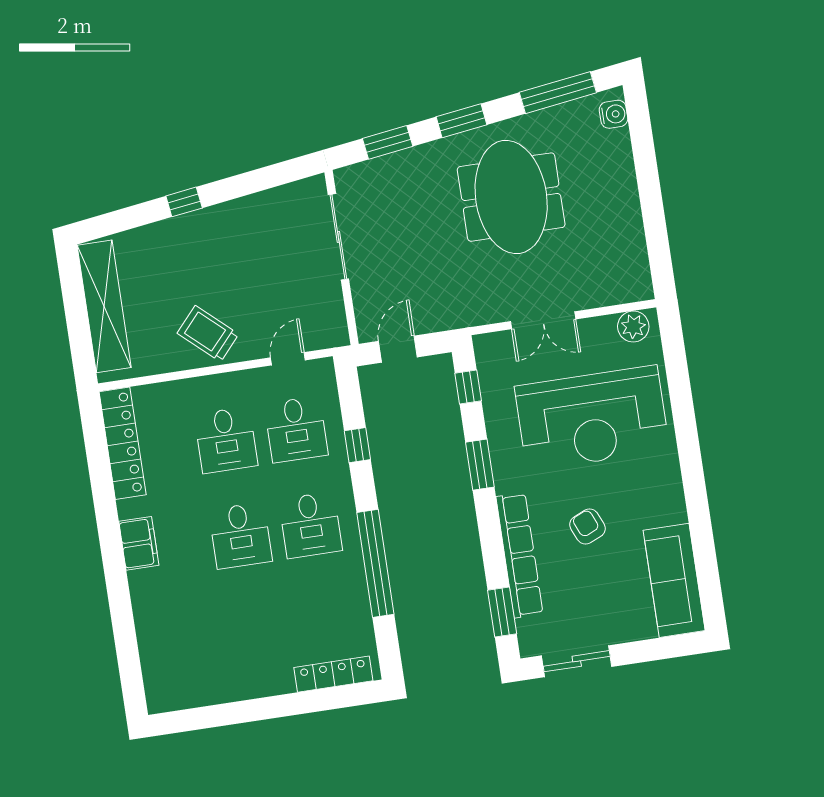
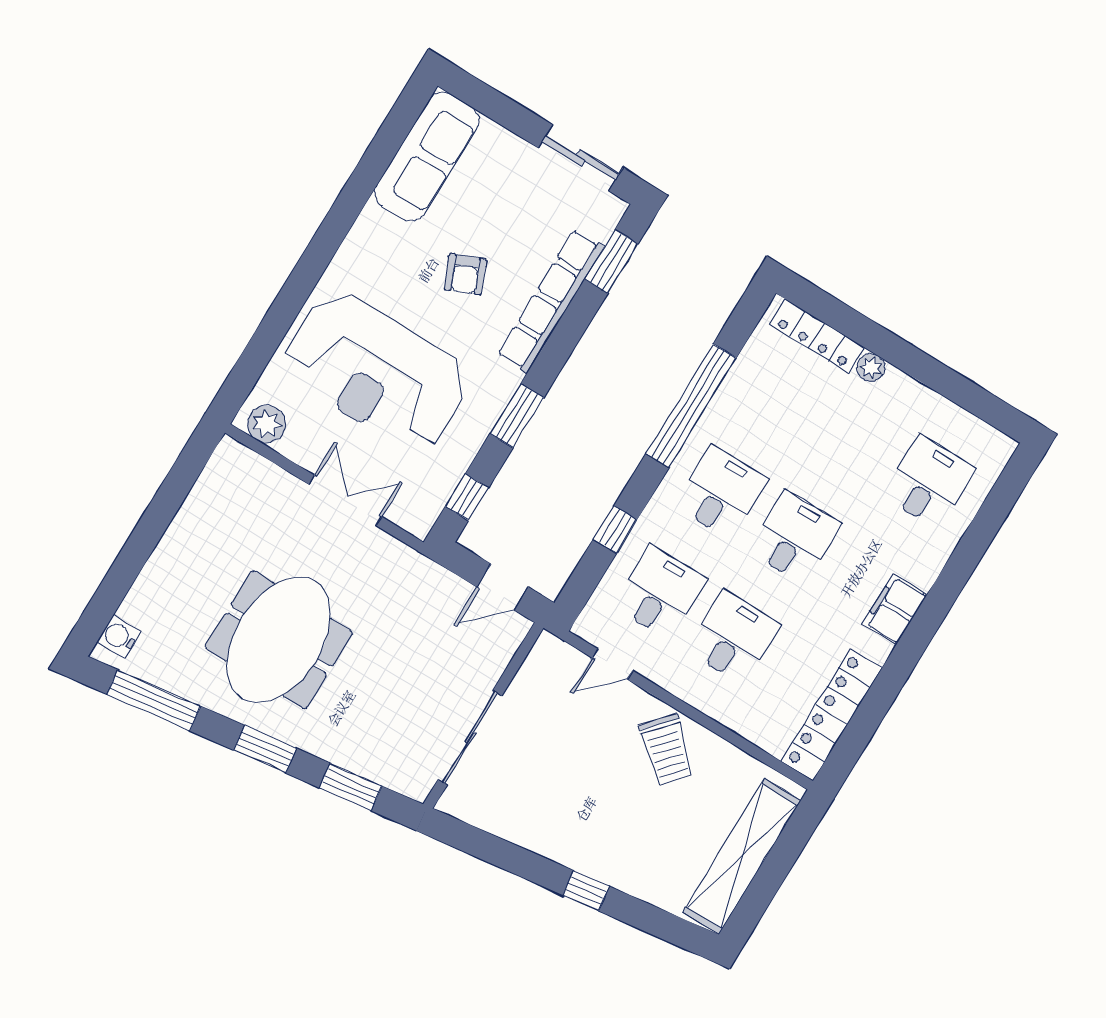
reception desk: (592, 418) -> (376, 371), turned 180
desk: (185, 642) -> (929, 482), added
plant: (282, 683) -> (871, 367), added

